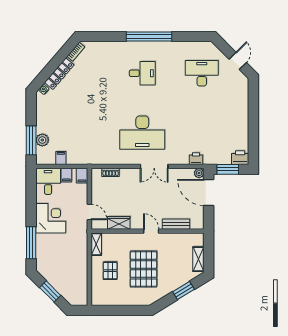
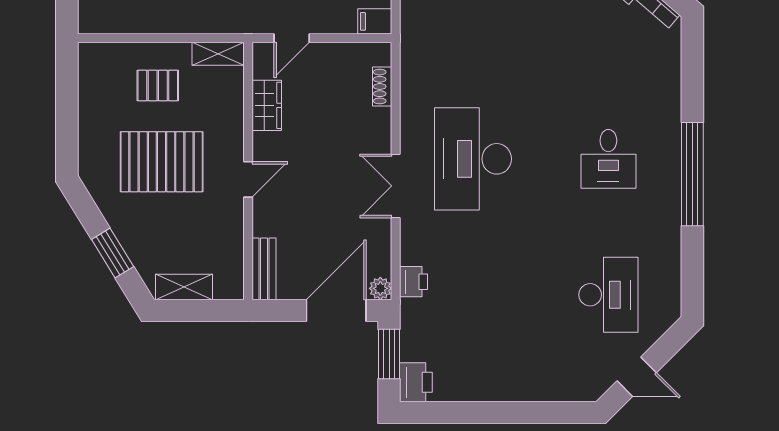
bench: (176, 224) -> (264, 269), moved

